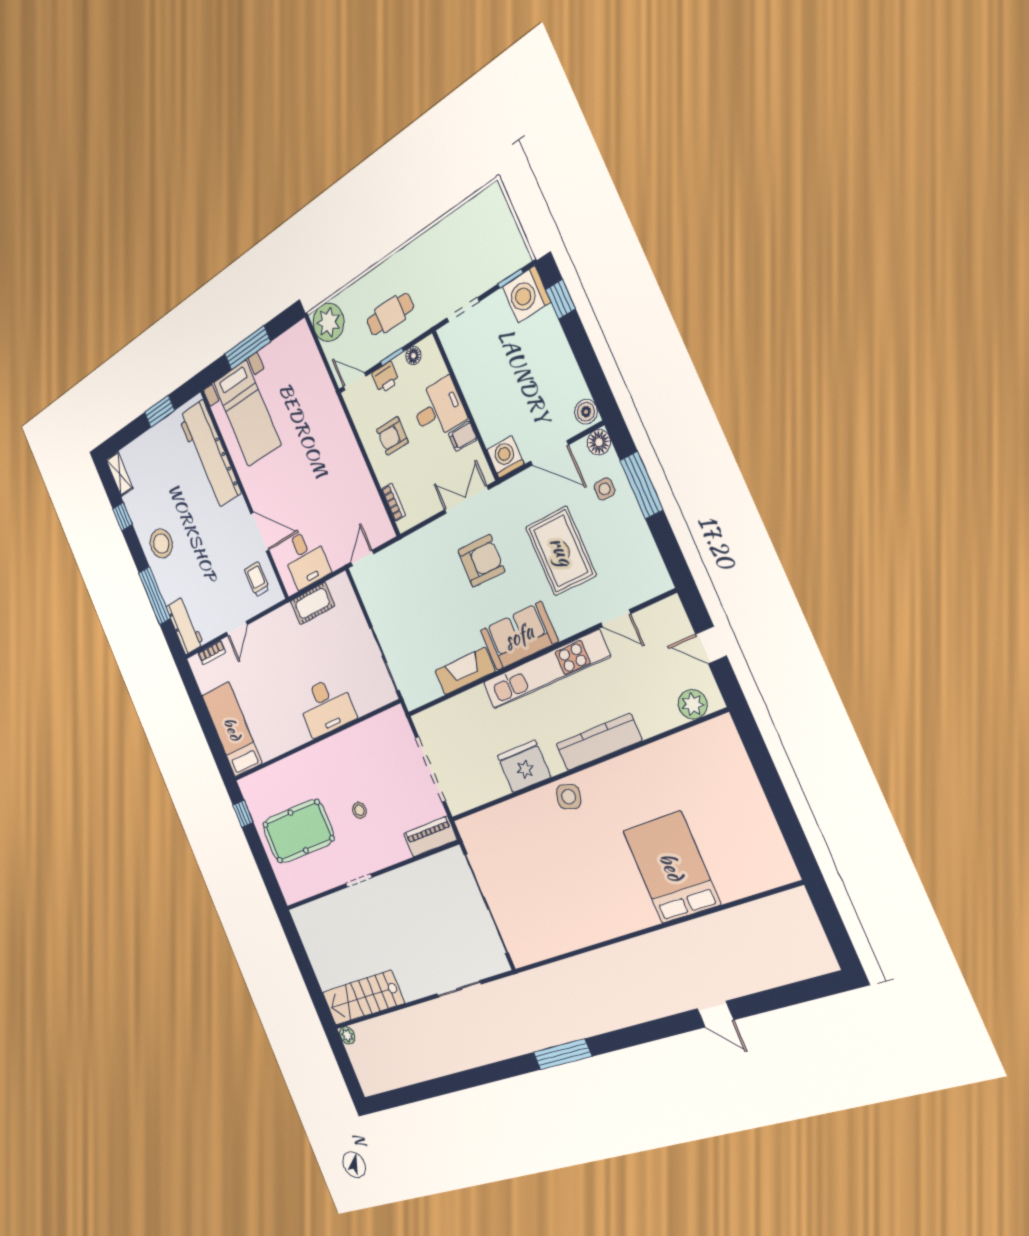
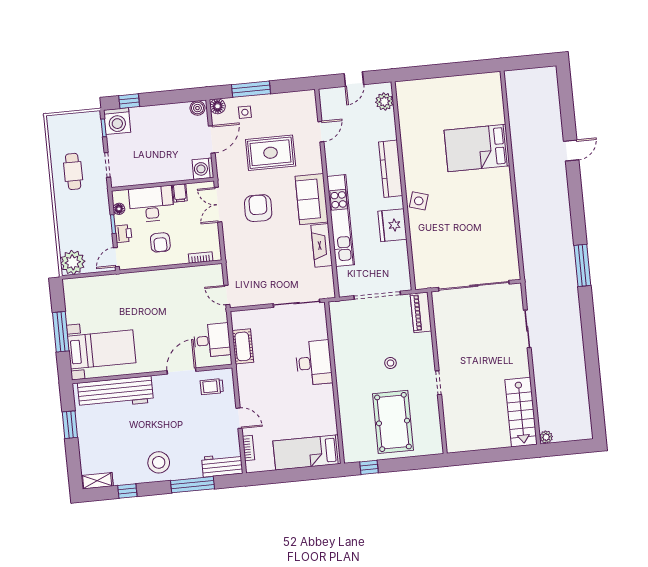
cafe table: (390, 314) -> (73, 171), moved
desk: (439, 409) -> (151, 204), width x1.37
kitchen unit: (546, 670) -> (341, 221), moved

